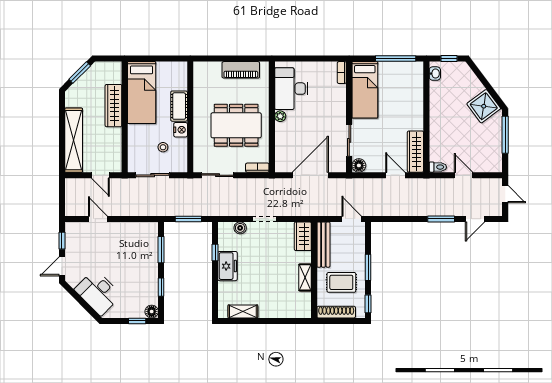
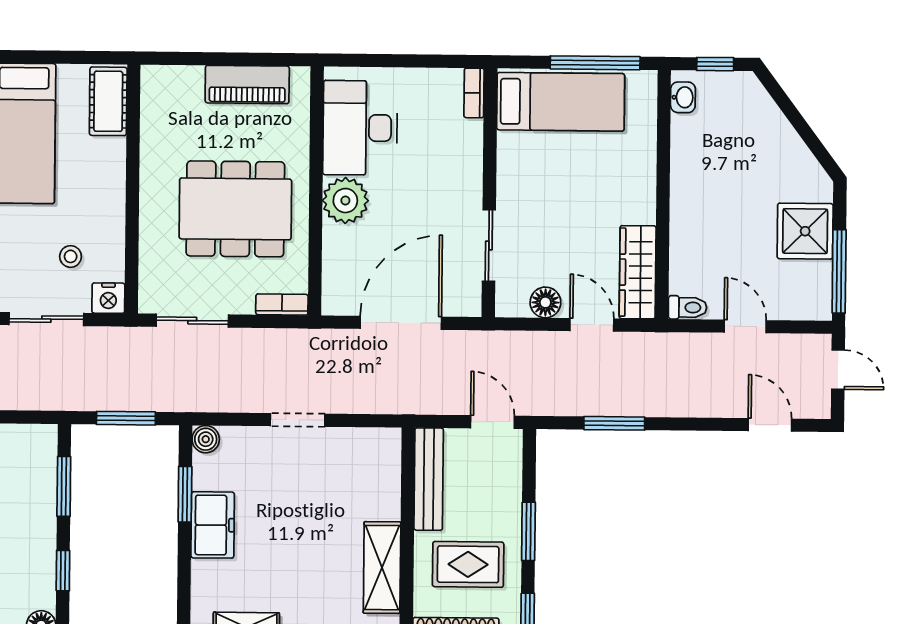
bed: (365, 90) -> (561, 102), moved, turned -90
cot: (179, 106) -> (108, 101), moved
shower: (484, 106) -> (805, 231), moved, turned 37
plant: (280, 116) -> (345, 201), width x1.88, depth x1.88
nightstand: (181, 130) -> (108, 298), moved, turned 90
window: (505, 135) -> (839, 271), moved
floor lamp: (359, 165) -> (545, 302), moved
window: (441, 219) -> (614, 423), moved
door: (475, 219) -> (770, 425), swing flipped
boiler: (240, 228) -> (206, 439), moved
wardrobe: (303, 236) -> (383, 460), removed
window: (215, 252) -> (185, 494), width x1.50
shelving: (305, 277) -> (382, 568), width x1.50, depth x1.33

